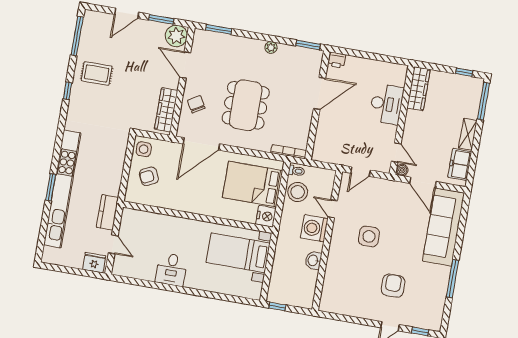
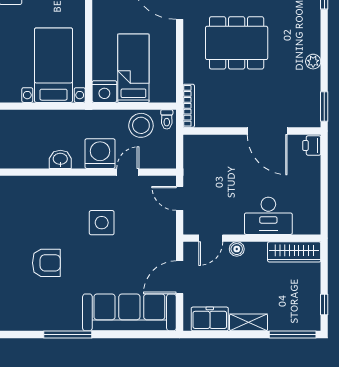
boiler: (402, 170) -> (237, 249), moved
bed: (253, 184) -> (133, 68), width x0.67

